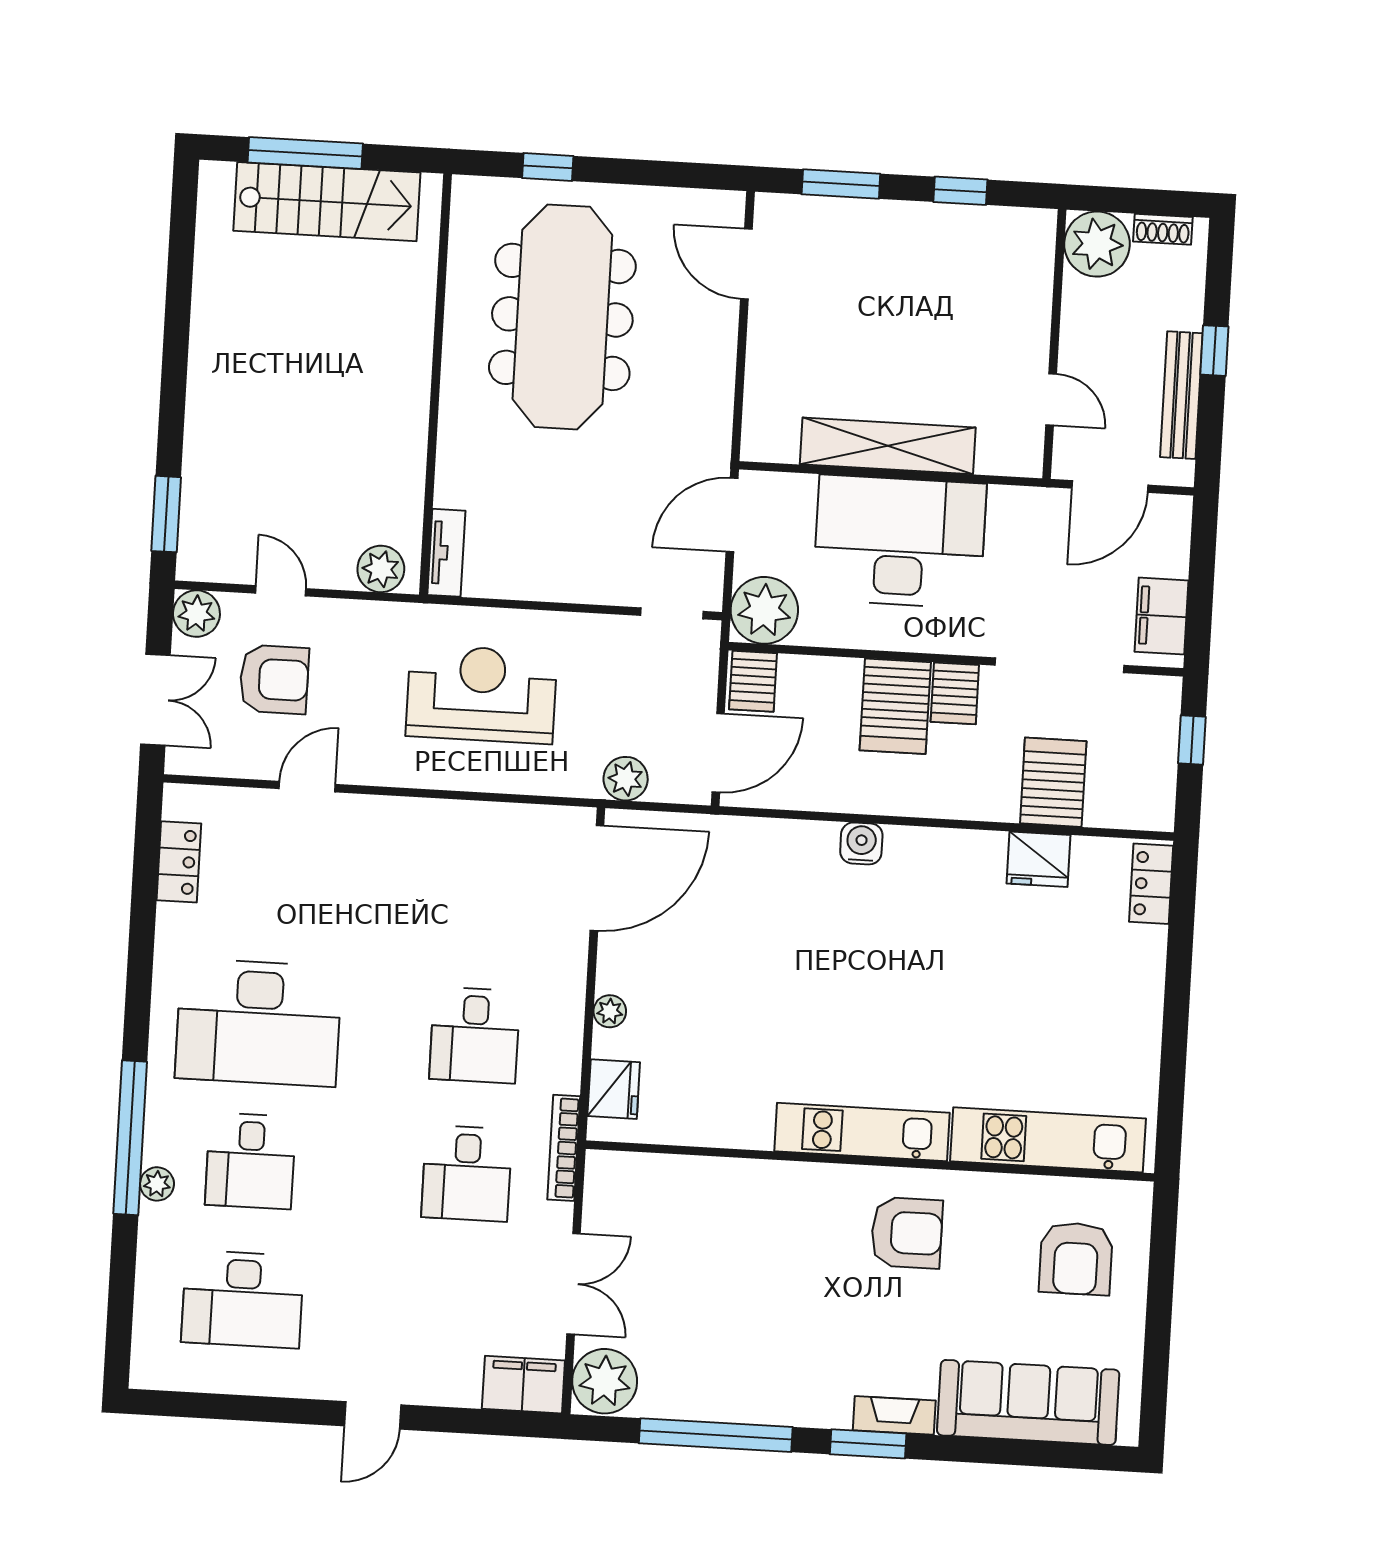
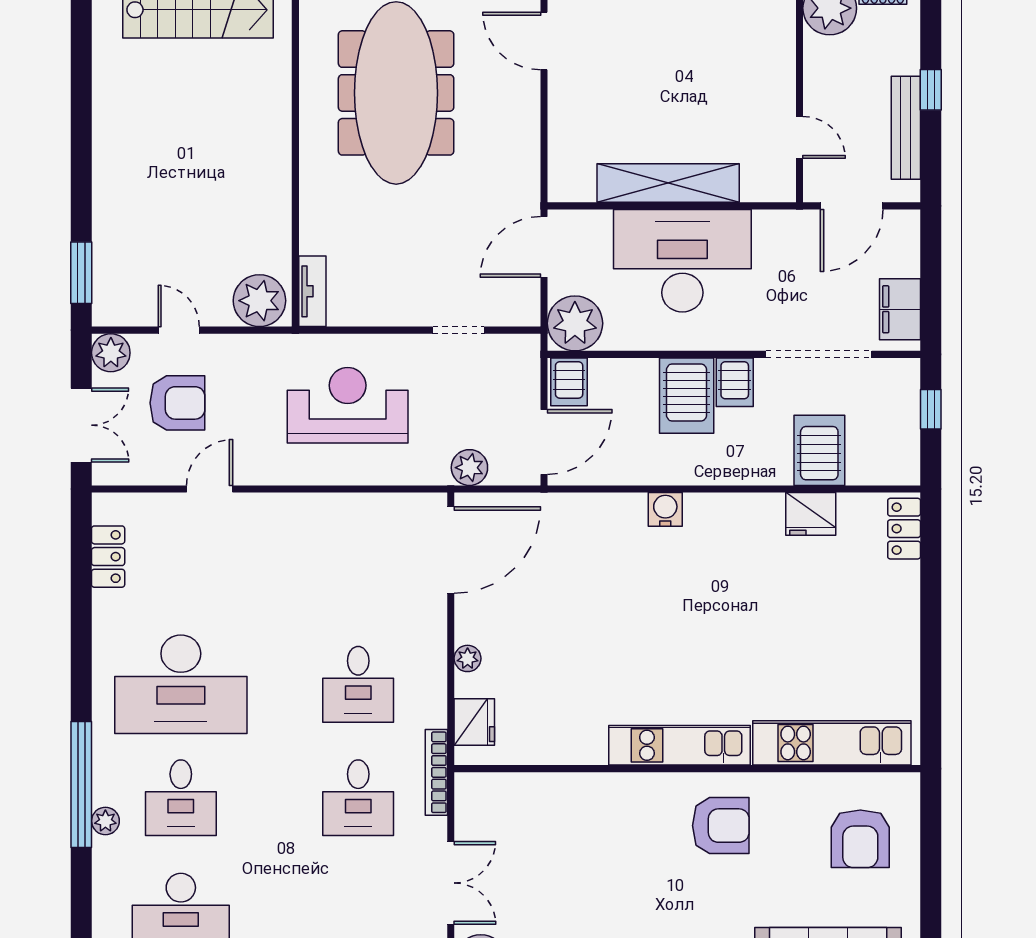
plant: (381, 569) -> (259, 301), width x1.36, depth x1.36
doorway: (672, 613) -> (458, 330), moved

